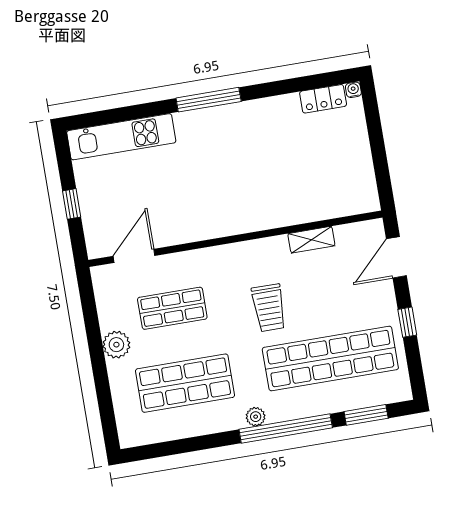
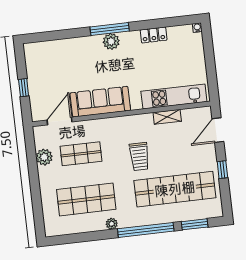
locker: (323, 99) -> (154, 35), moved
plant: (212, 120) -> (111, 41), added
kitchen unit: (121, 137) -> (174, 96), moved, turned 180
sofa: (200, 221) -> (100, 102), added
plant: (116, 345) -> (44, 157), moved
plant: (256, 417) -> (112, 224), moved

